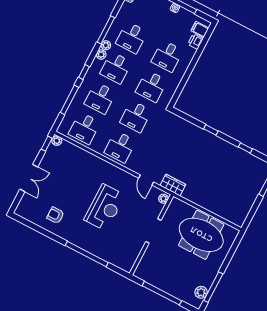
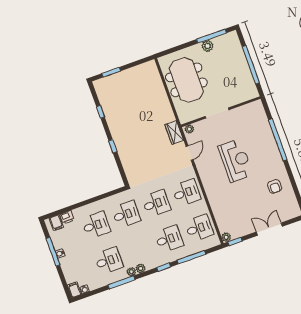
desk: (116, 68) -> (139, 250), removed
reception desk: (105, 207) -> (236, 160), turned 90
plant: (201, 292) -> (207, 46), moved

